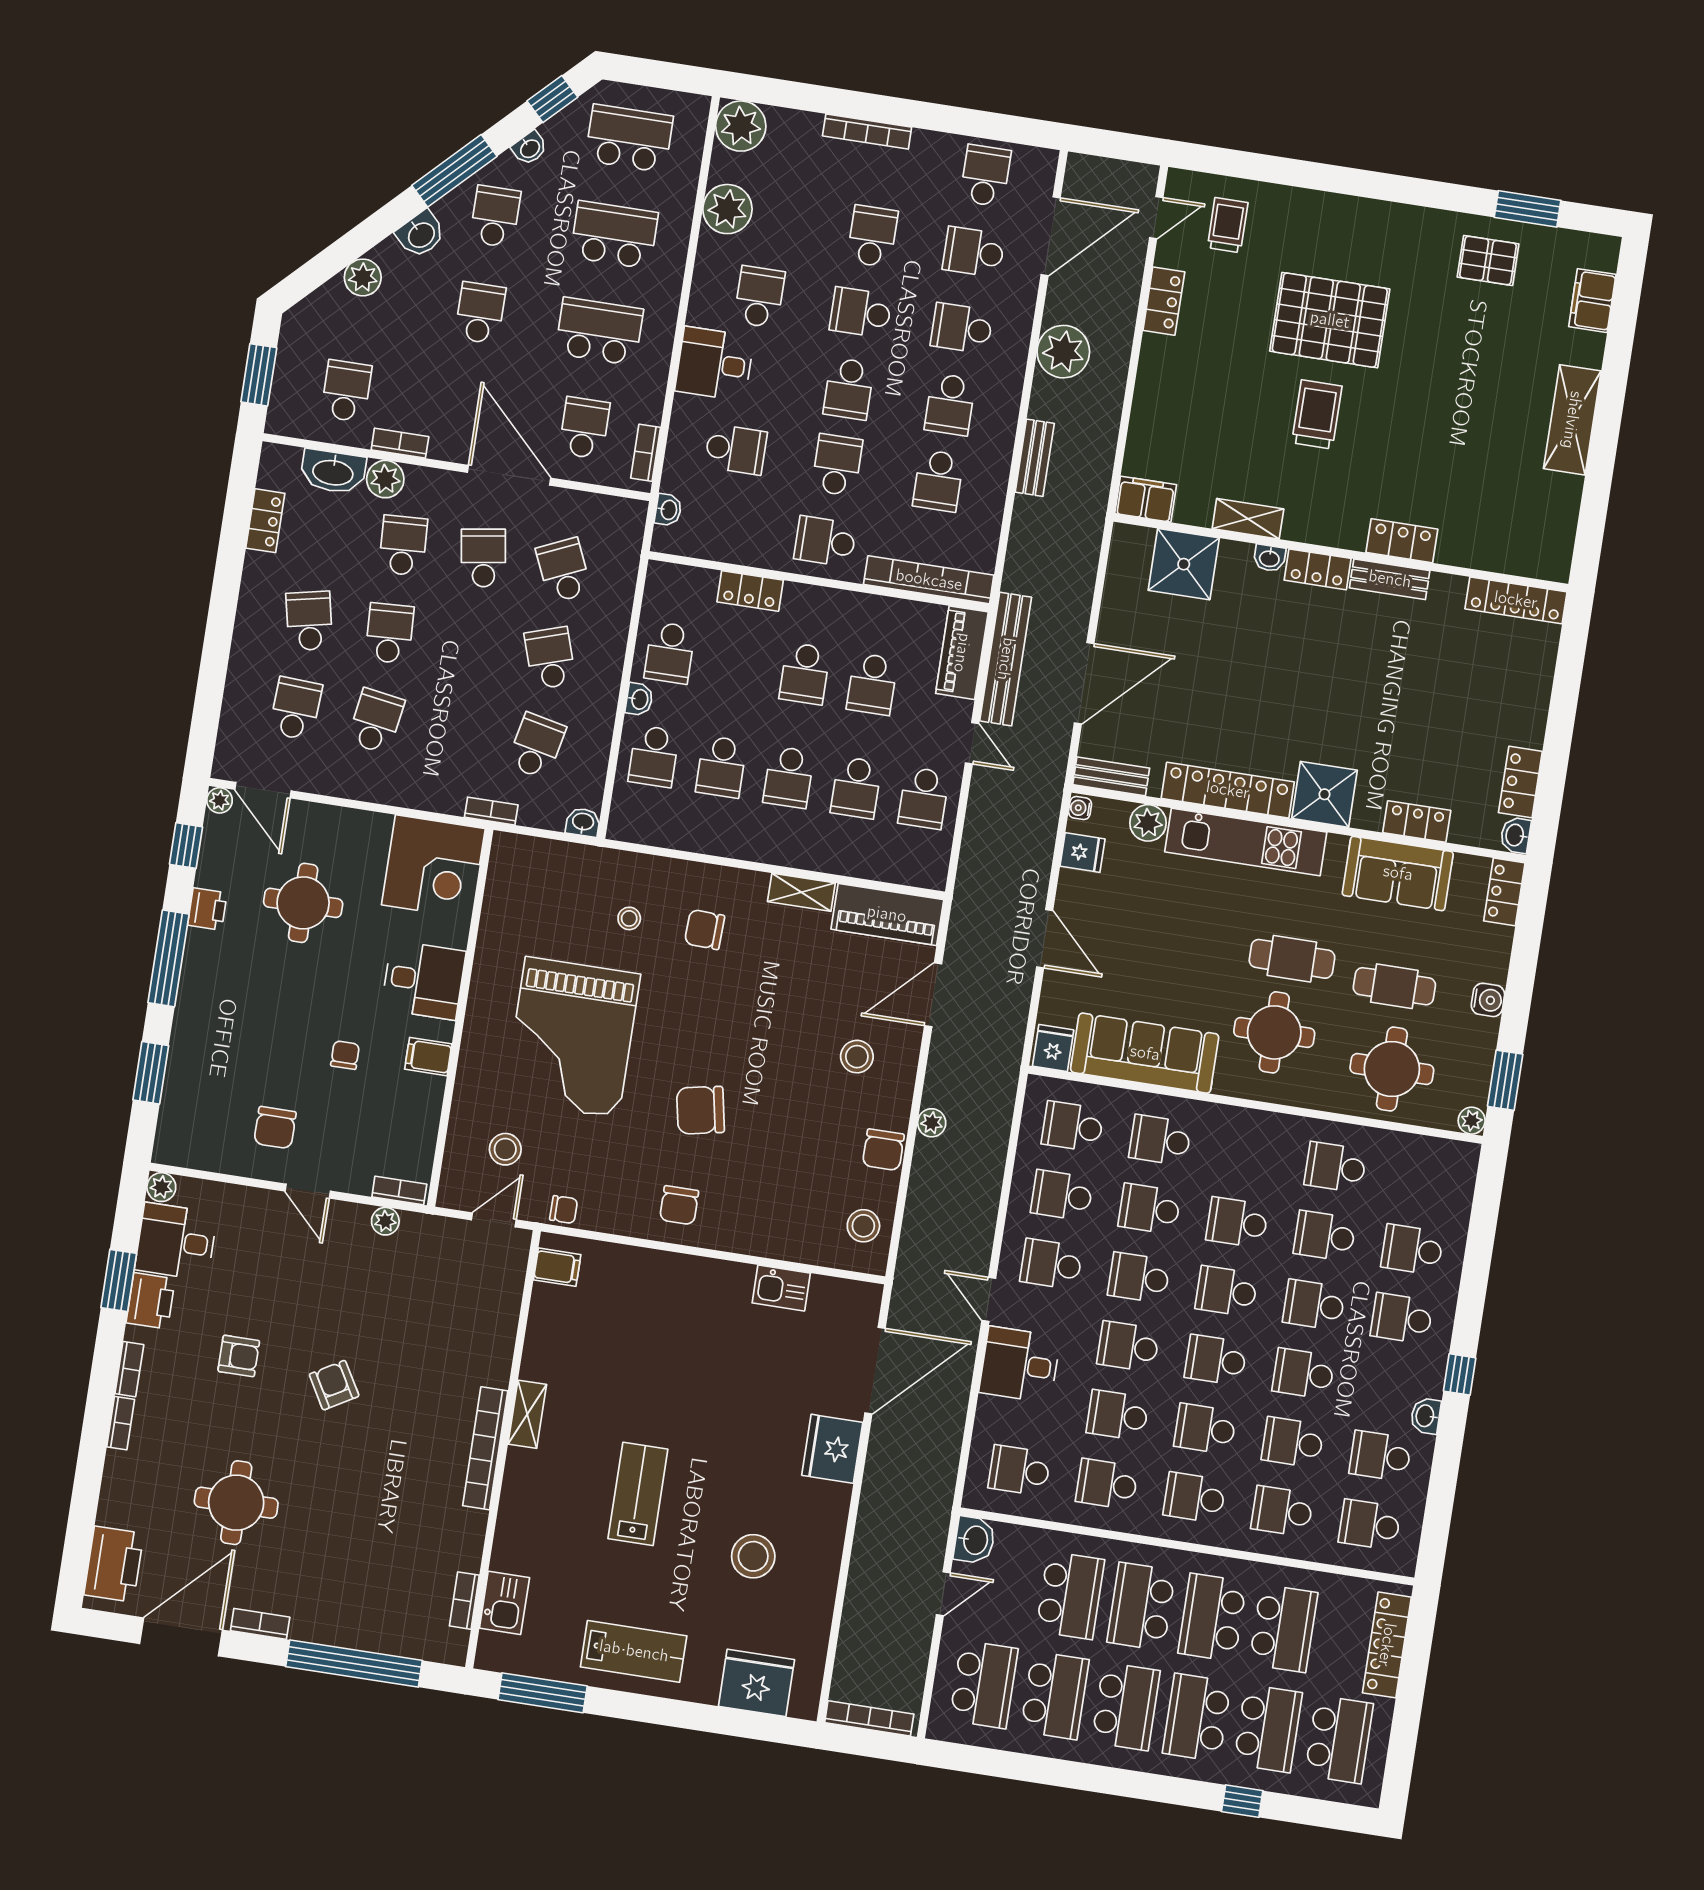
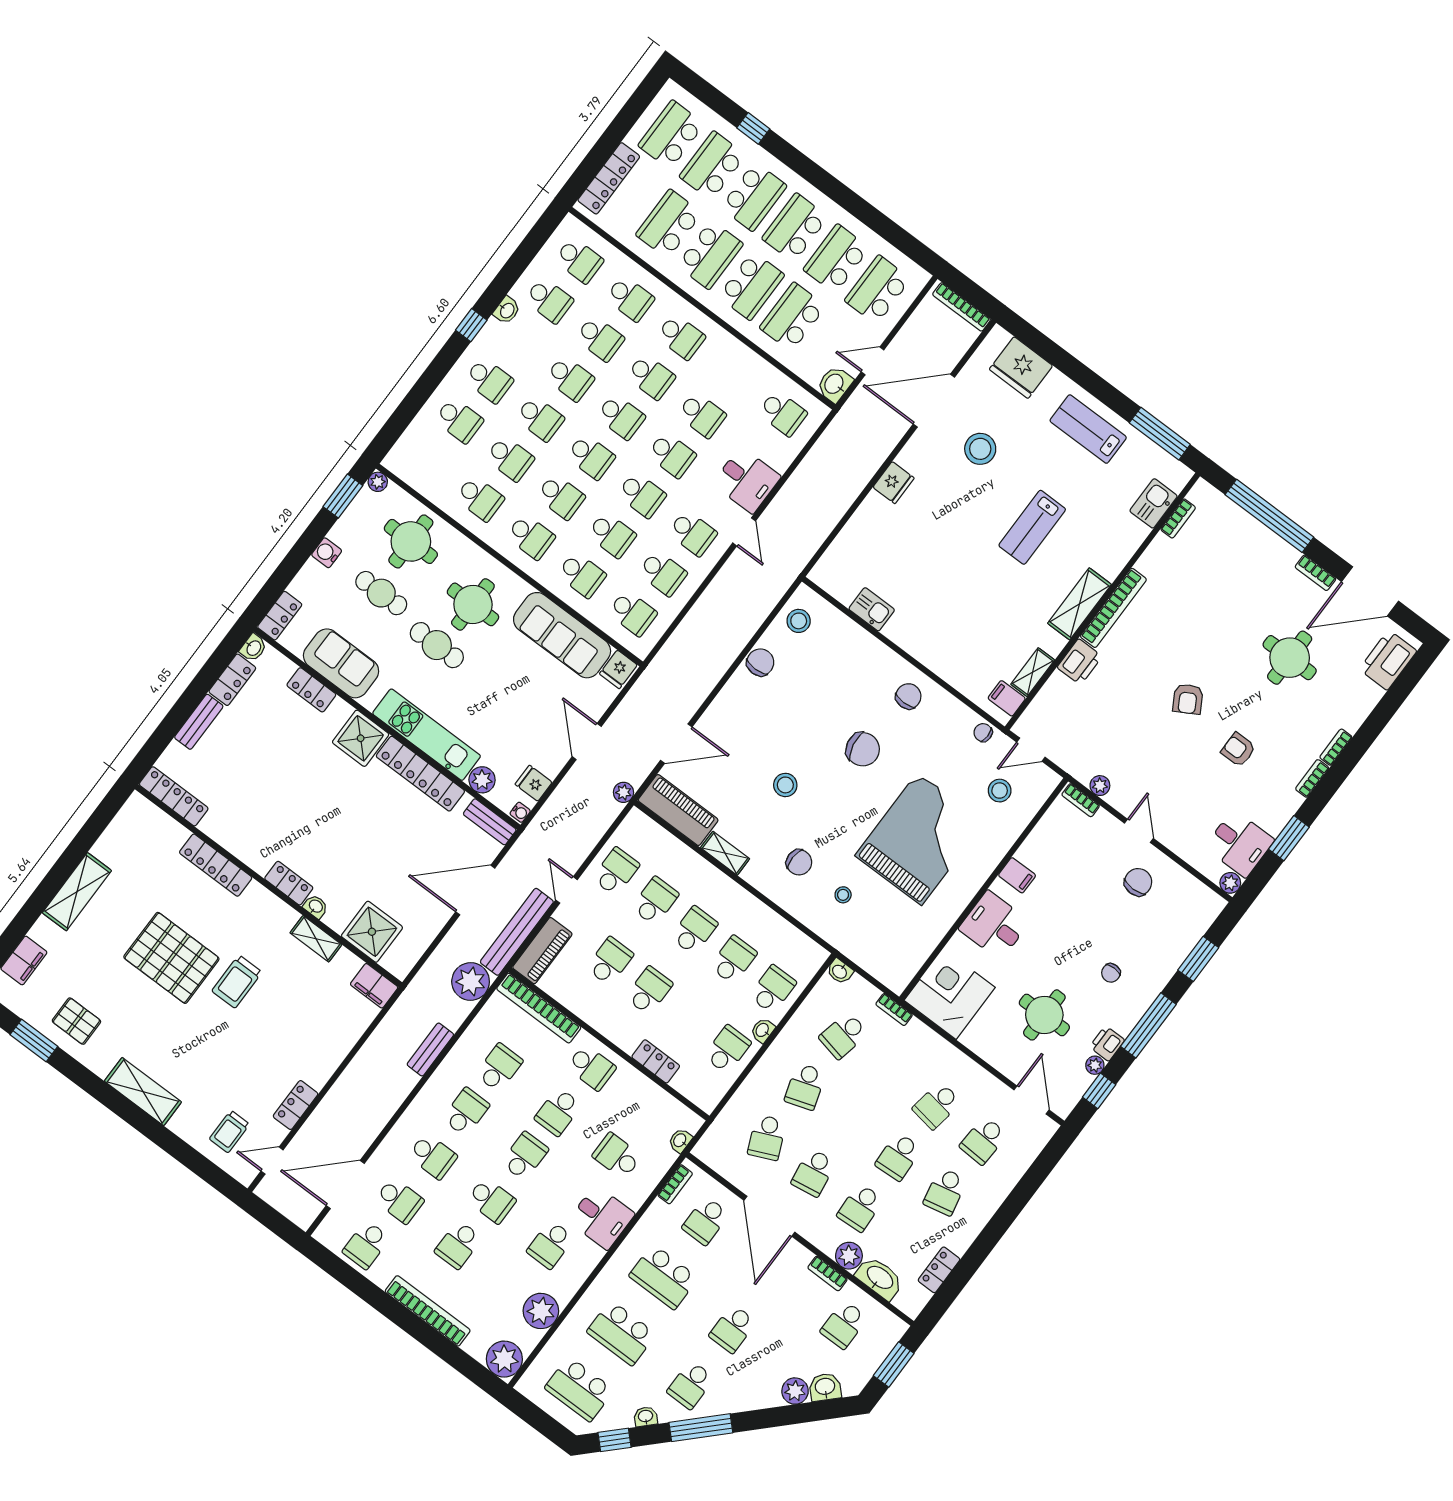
bookcase: (867, 132) -> (428, 1311), width x1.48, depth x1.31
shelving: (1360, 218) -> (143, 1092), added
washbasin: (421, 234) -> (825, 1387), moved
pallet: (1330, 320) -> (171, 958), moved
plant: (1063, 352) -> (471, 982), moved
locker: (1402, 541) -> (216, 865), width x1.53
bench: (1390, 579) -> (199, 722), moved, turned 90
plant: (220, 800) -> (1095, 1065), moved
chair: (345, 1055) -> (1111, 973), moved
stool: (857, 1057) -> (785, 785), moved
plant: (932, 1123) -> (623, 792), moved
printer: (151, 1301) -> (1080, 662), moved, turned 180
shelving: (542, 1316) -> (1033, 672), added
door: (875, 1371) -> (934, 401), moved
shelving: (527, 1414) -> (1079, 604), width x1.50, depth x1.33
fridge: (832, 1449) -> (894, 483), width x0.73, depth x0.75
school desk: (1107, 1484) -> (531, 537), moved

